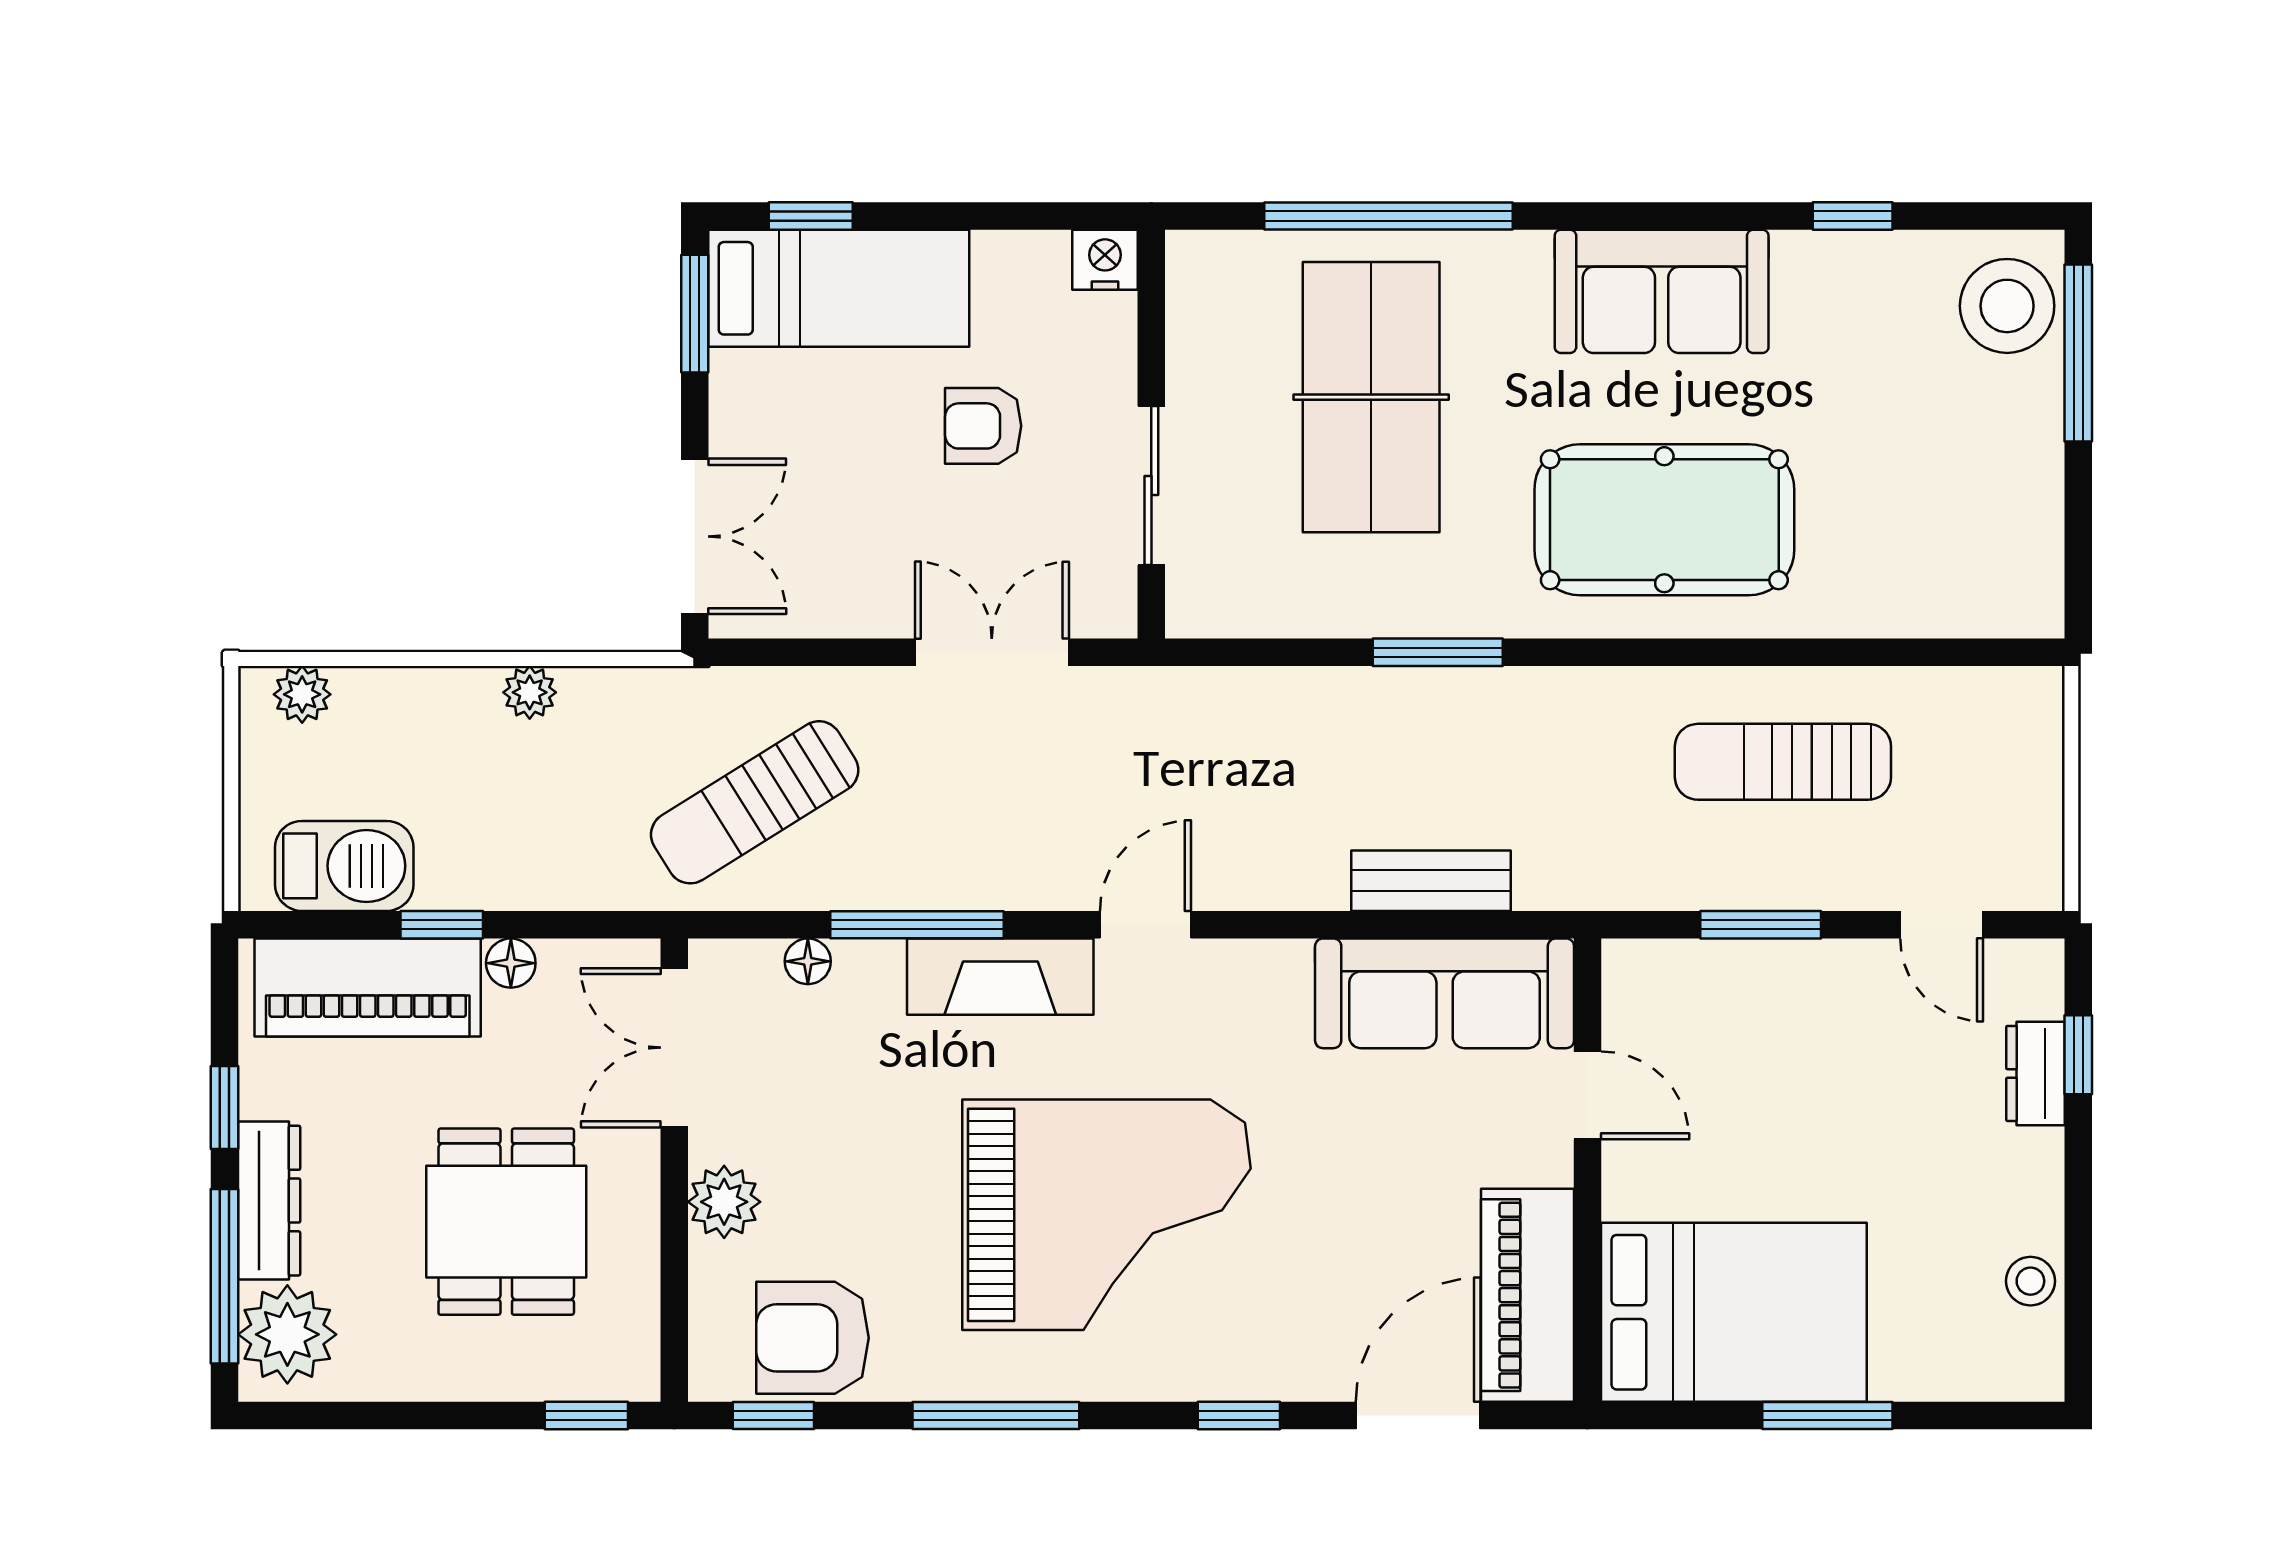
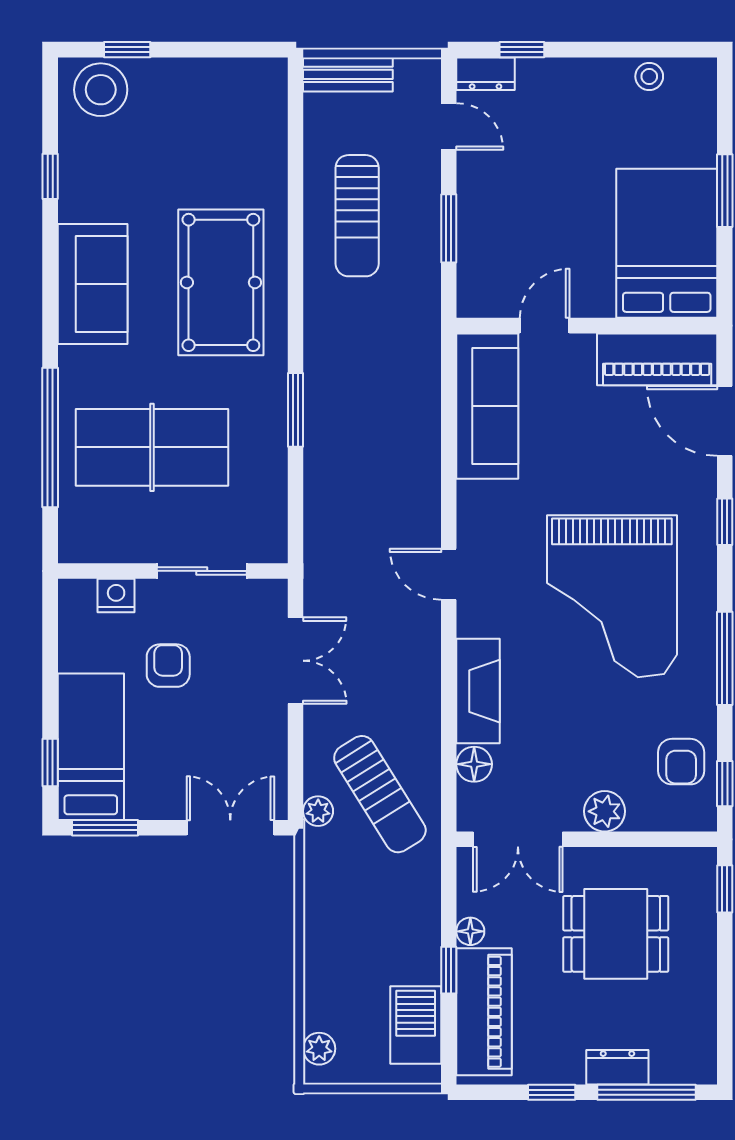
nightstand: (1105, 260) -> (116, 596), moved, turned 90
window: (2078, 353) -> (127, 50), width x0.46
armchair: (983, 426) -> (168, 666), turned 180
double door: (992, 652) -> (295, 661), swing flipped
plant: (530, 692) -> (318, 811), moved
bench: (1431, 881) -> (348, 74), moved, turned 90
window: (917, 925) -> (449, 703), removed
door: (1942, 925) -> (449, 126), hinge flipped
floor lamp: (808, 961) -> (474, 764), width x1.37, depth x1.37
fireplace: (1000, 977) -> (478, 691), moved
dresser: (2035, 1073) -> (486, 74), moved
dresser: (269, 1201) -> (617, 1067), width x0.70
grand piano: (1107, 1215) -> (612, 596), turned 180
plant: (287, 1334) -> (679, 1057), removed
armchair: (812, 1338) -> (681, 762), width x0.72, depth x0.72

